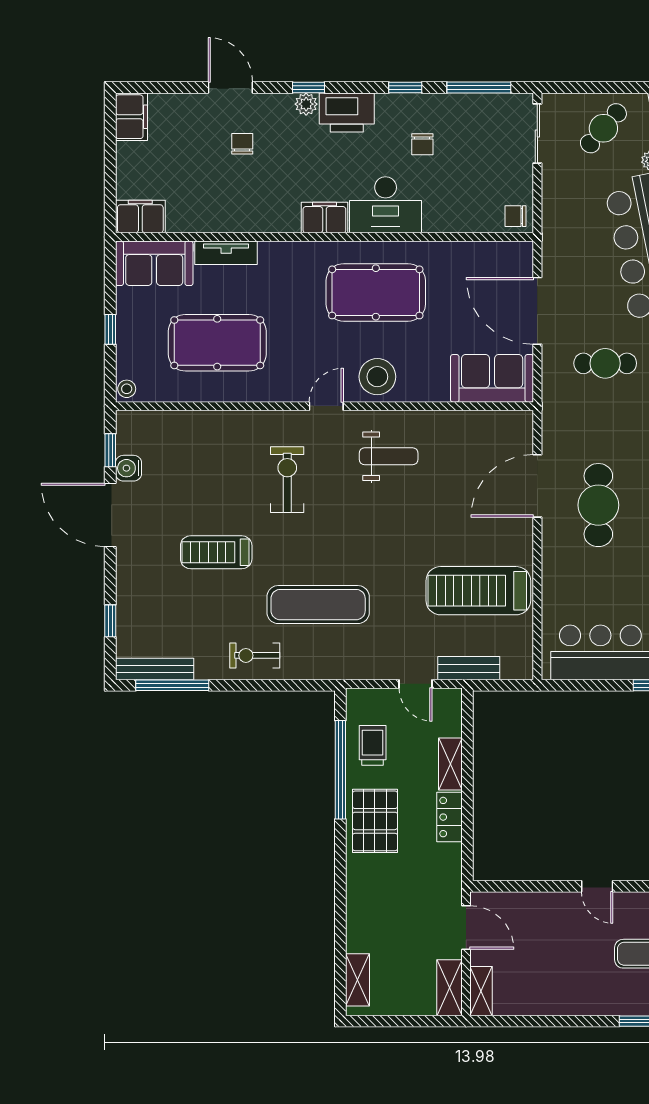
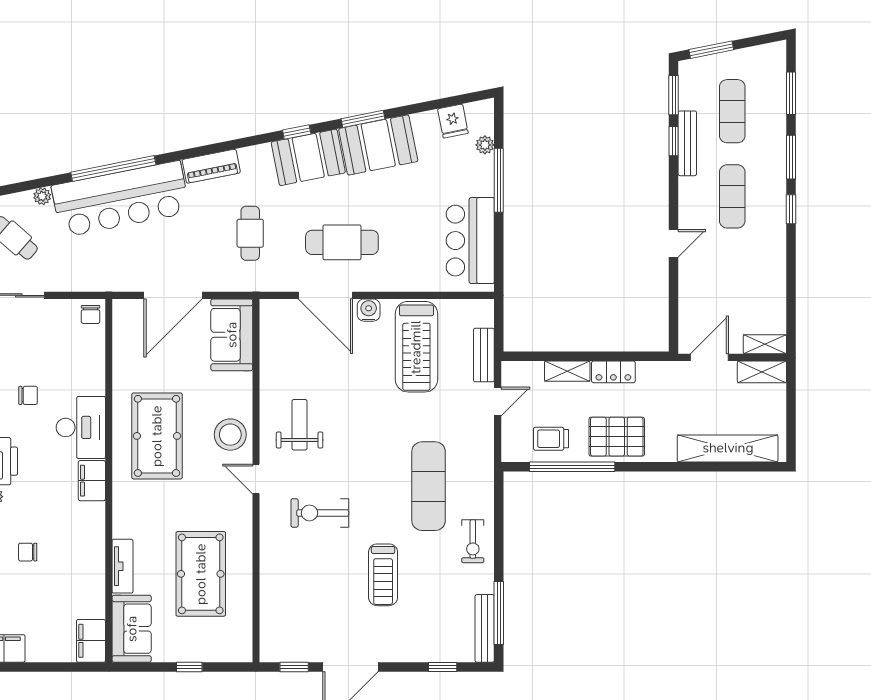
cafe table: (605, 363) -> (250, 233), moved
stool: (127, 389) -> (241, 653), removed
water cooler: (129, 468) -> (369, 310), moved, turned 180
shelving: (357, 980) -> (728, 448), width x2.20, depth x1.33

